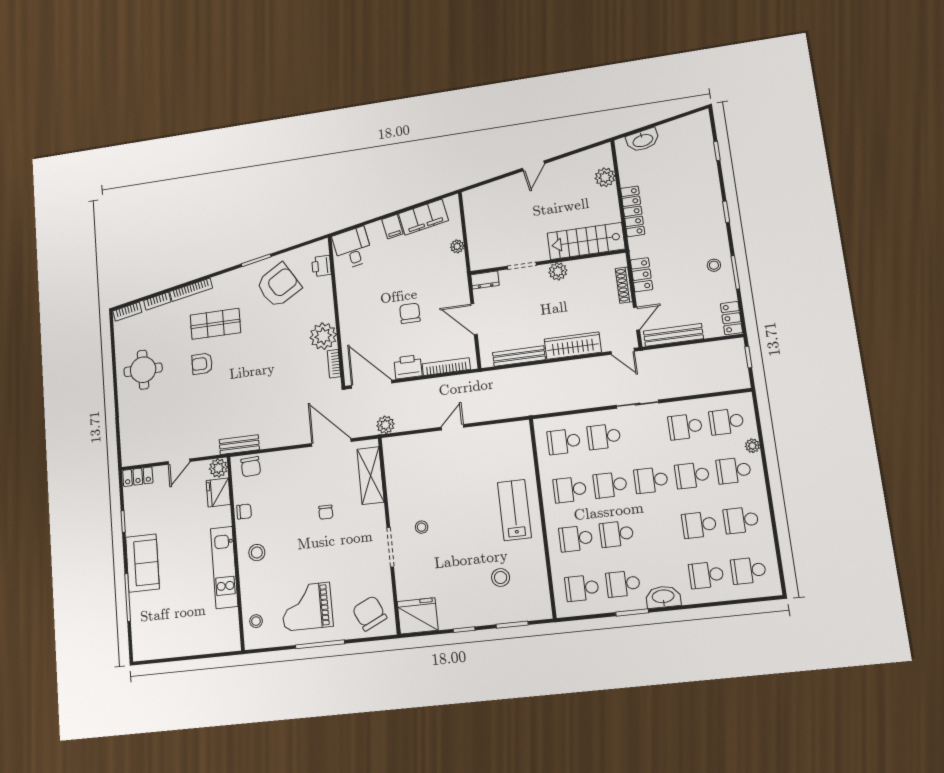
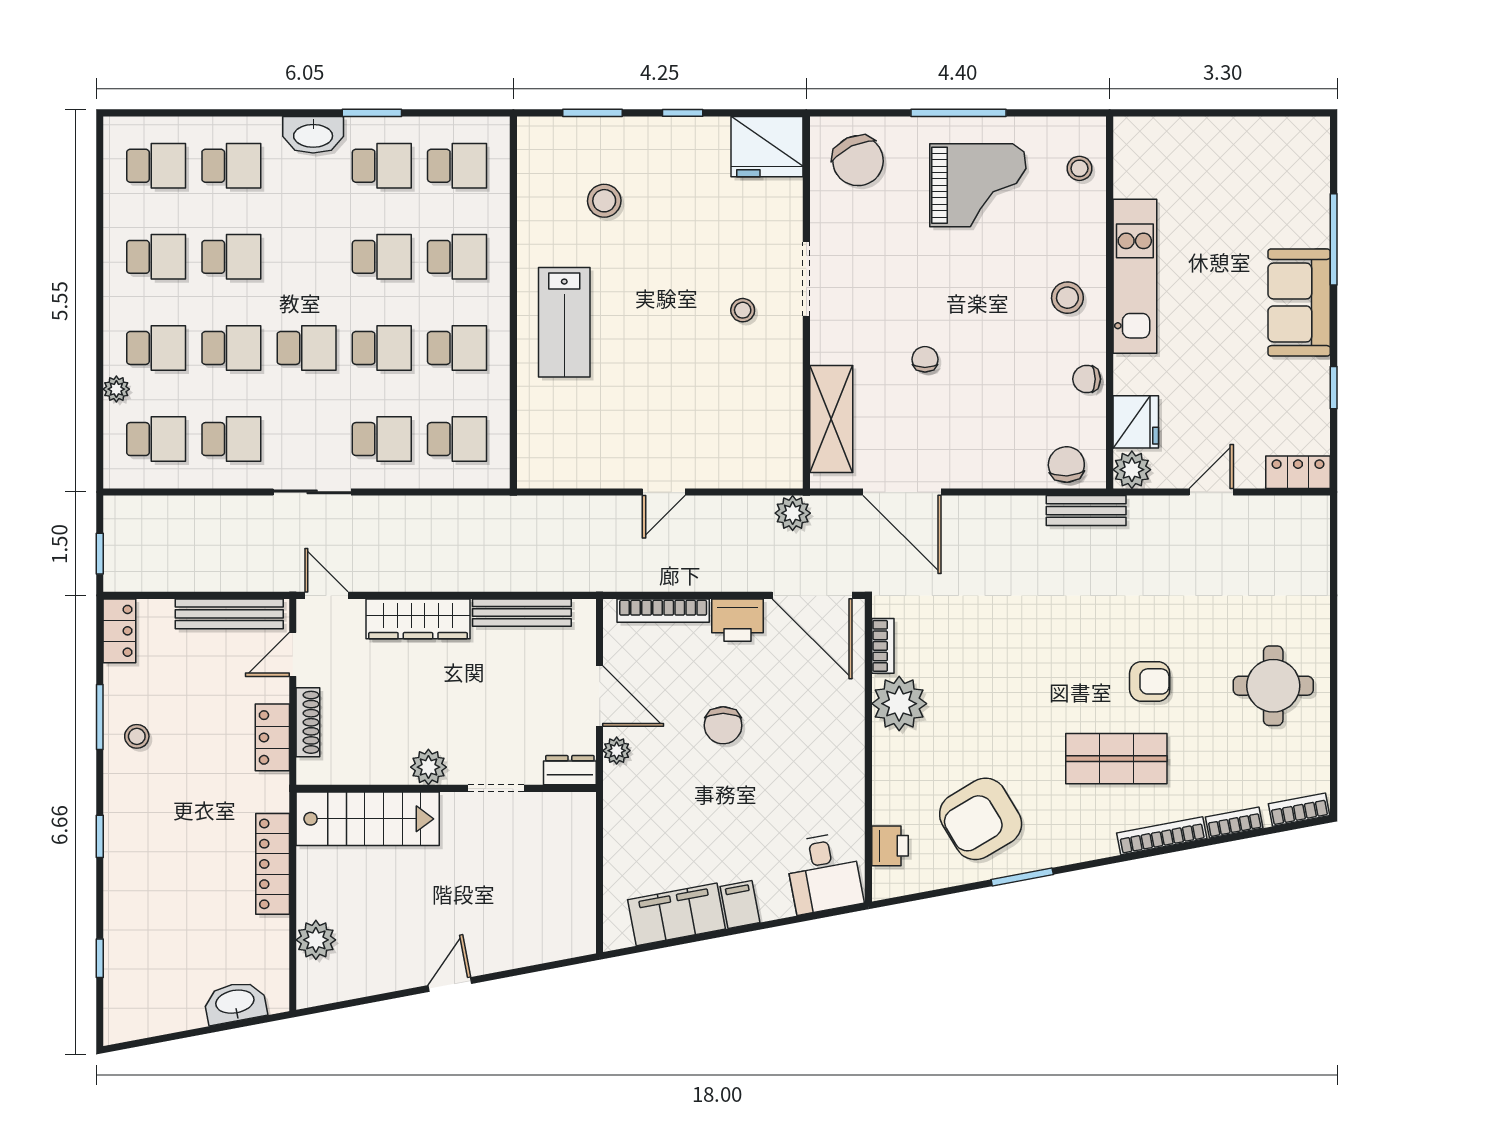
plant: (457, 246) -> (617, 751), moved

